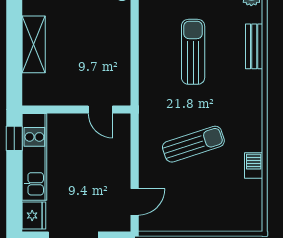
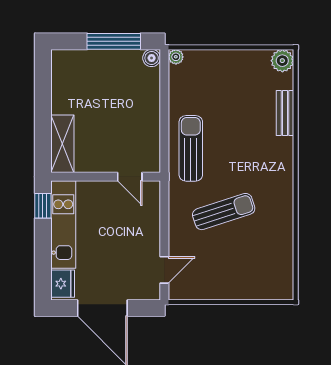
shelving: (34, 44) -> (62, 144), moved
sun lounger: (193, 52) -> (191, 148), moved
barbecue: (254, 165) -> (284, 233), removed

